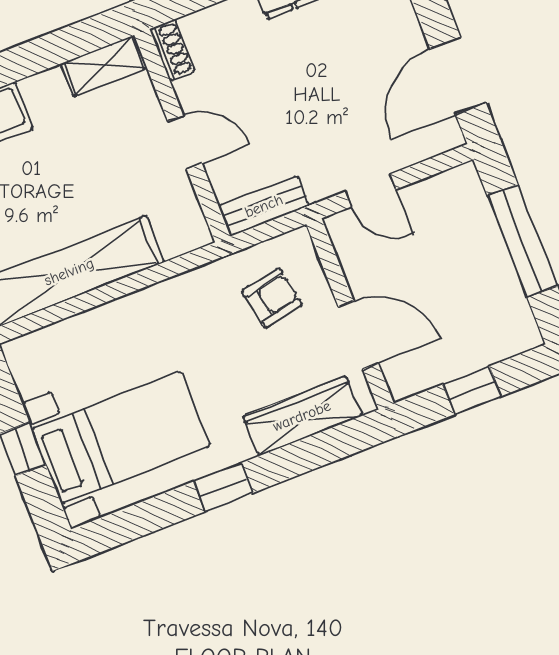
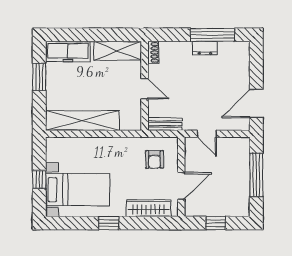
shelving: (104, 66) -> (118, 51), width x1.50, depth x1.33
armchair: (272, 298) -> (154, 159), turned 101
door: (358, 335) -> (181, 186), hinge flipped

